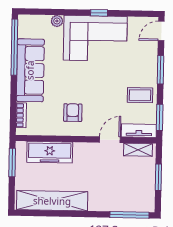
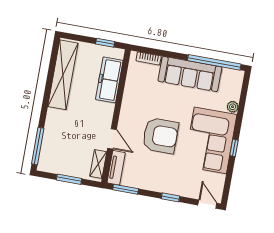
window: (160, 70) -> (171, 197), width x0.67
coffee table: (140, 95) -> (150, 174), removed
armchair: (73, 113) -> (160, 136), moved, width x1.88, depth x1.88
window: (12, 163) -> (105, 43), width x0.67

